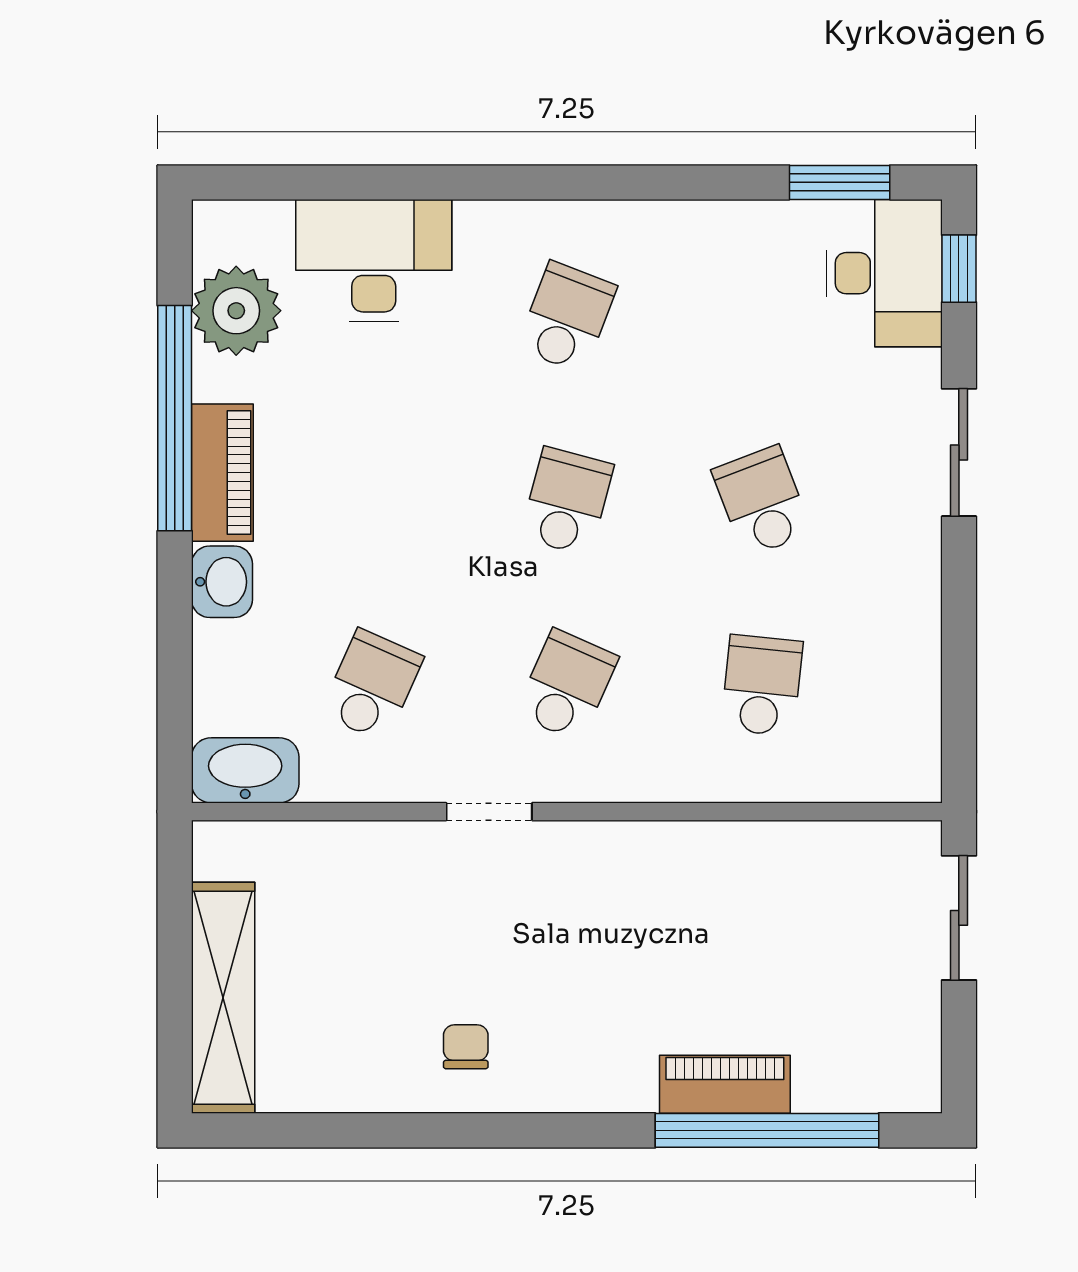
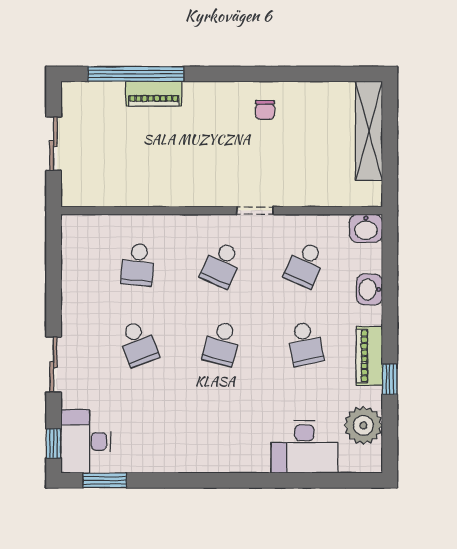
school desk: (567, 317) -> (305, 344), moved, turned -33
window: (175, 418) -> (390, 379), width x0.32
washbasin: (222, 582) -> (369, 289), moved
washbasin: (245, 770) -> (366, 228), width x0.72
sliding door: (959, 918) -> (54, 144), moved

